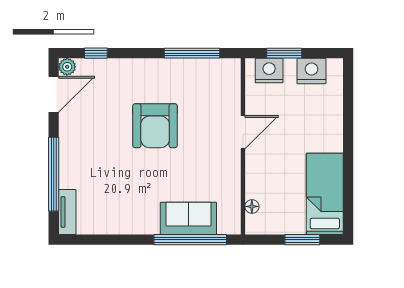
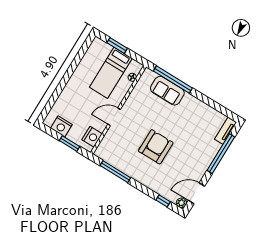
nightstand: (269, 71) -> (92, 137), moved, turned -90
bed: (325, 194) -> (111, 73), moved

